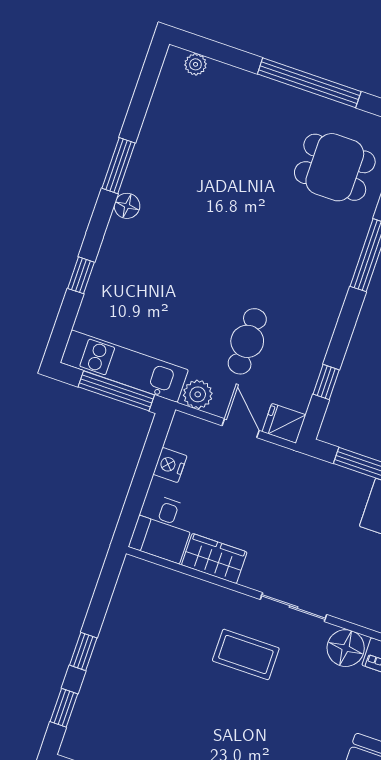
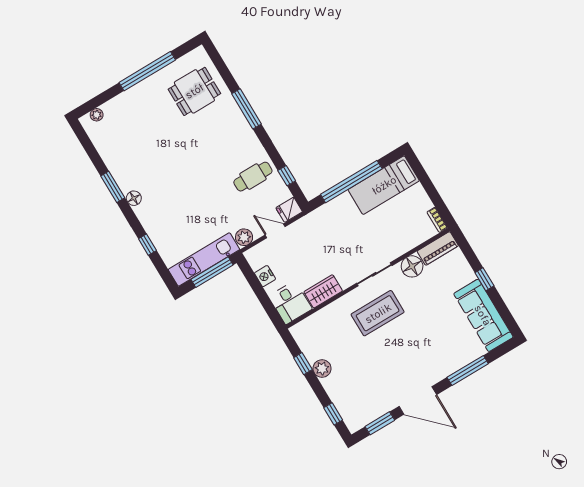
cafe table: (247, 341) -> (253, 177), moved, turned 90
plant: (111, 643) -> (322, 369), added
window: (83, 652) -> (303, 364), moved
coffee table: (246, 654) -> (378, 313), width x1.36, depth x1.32

